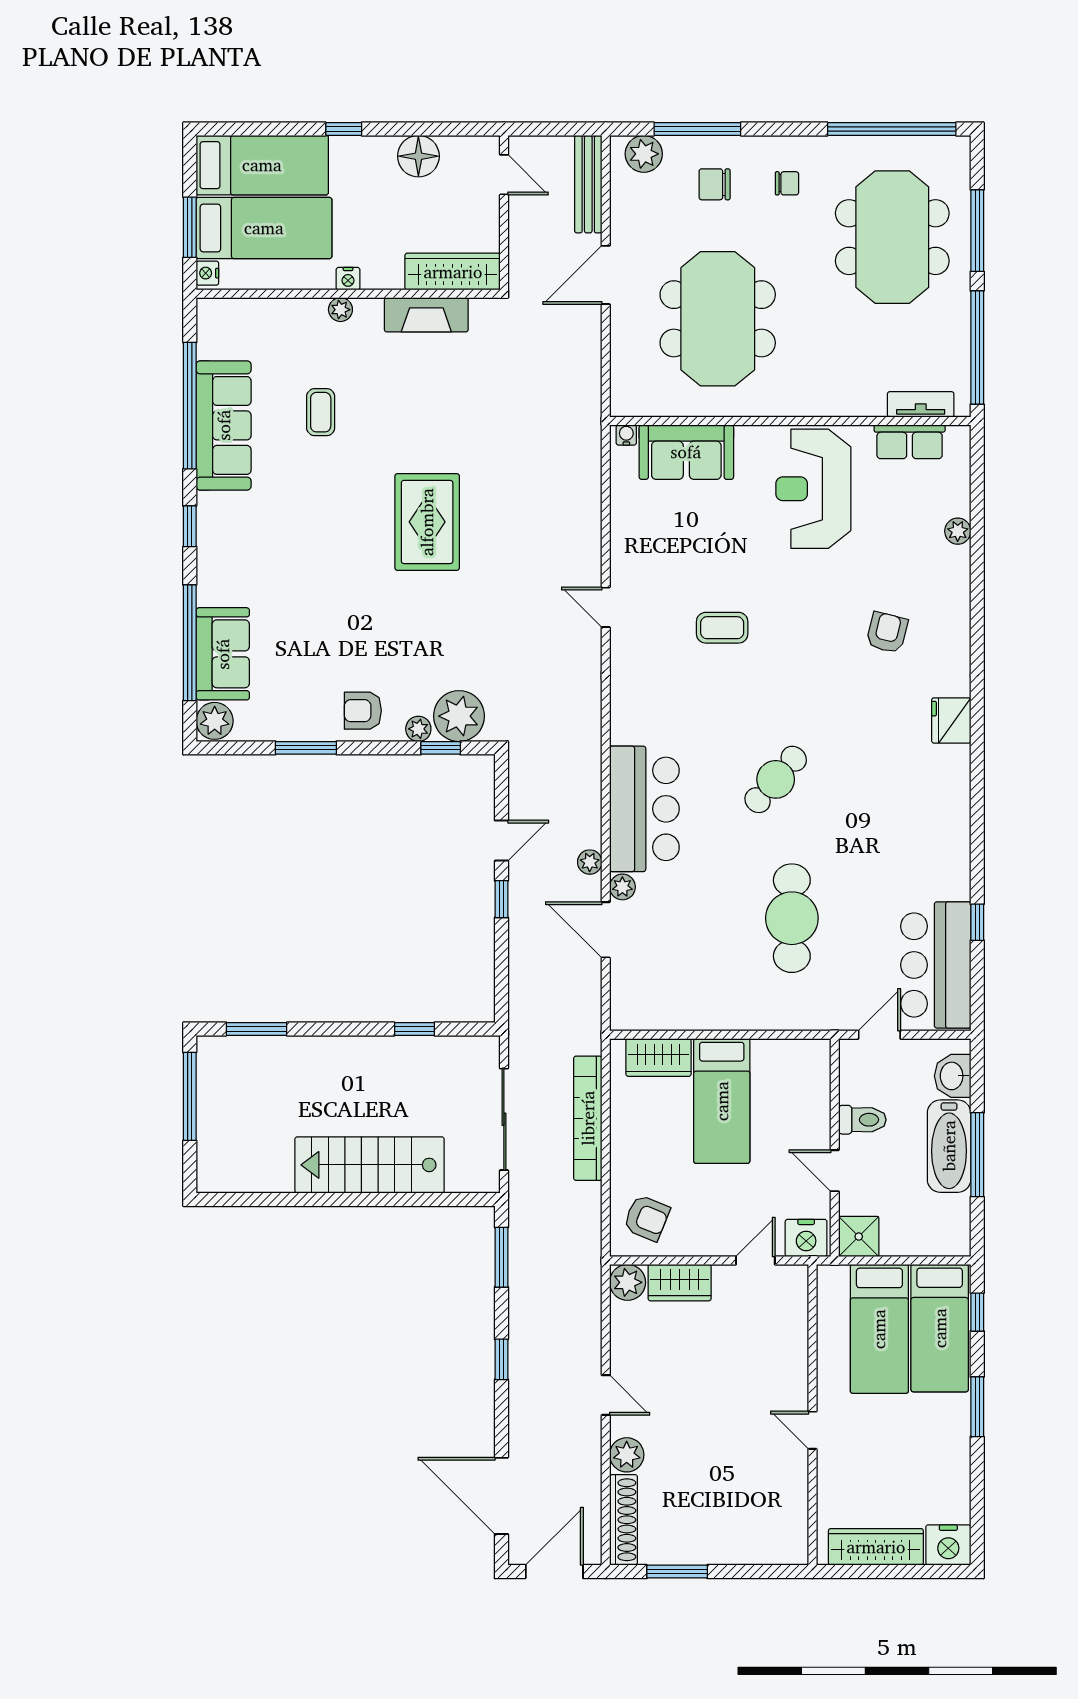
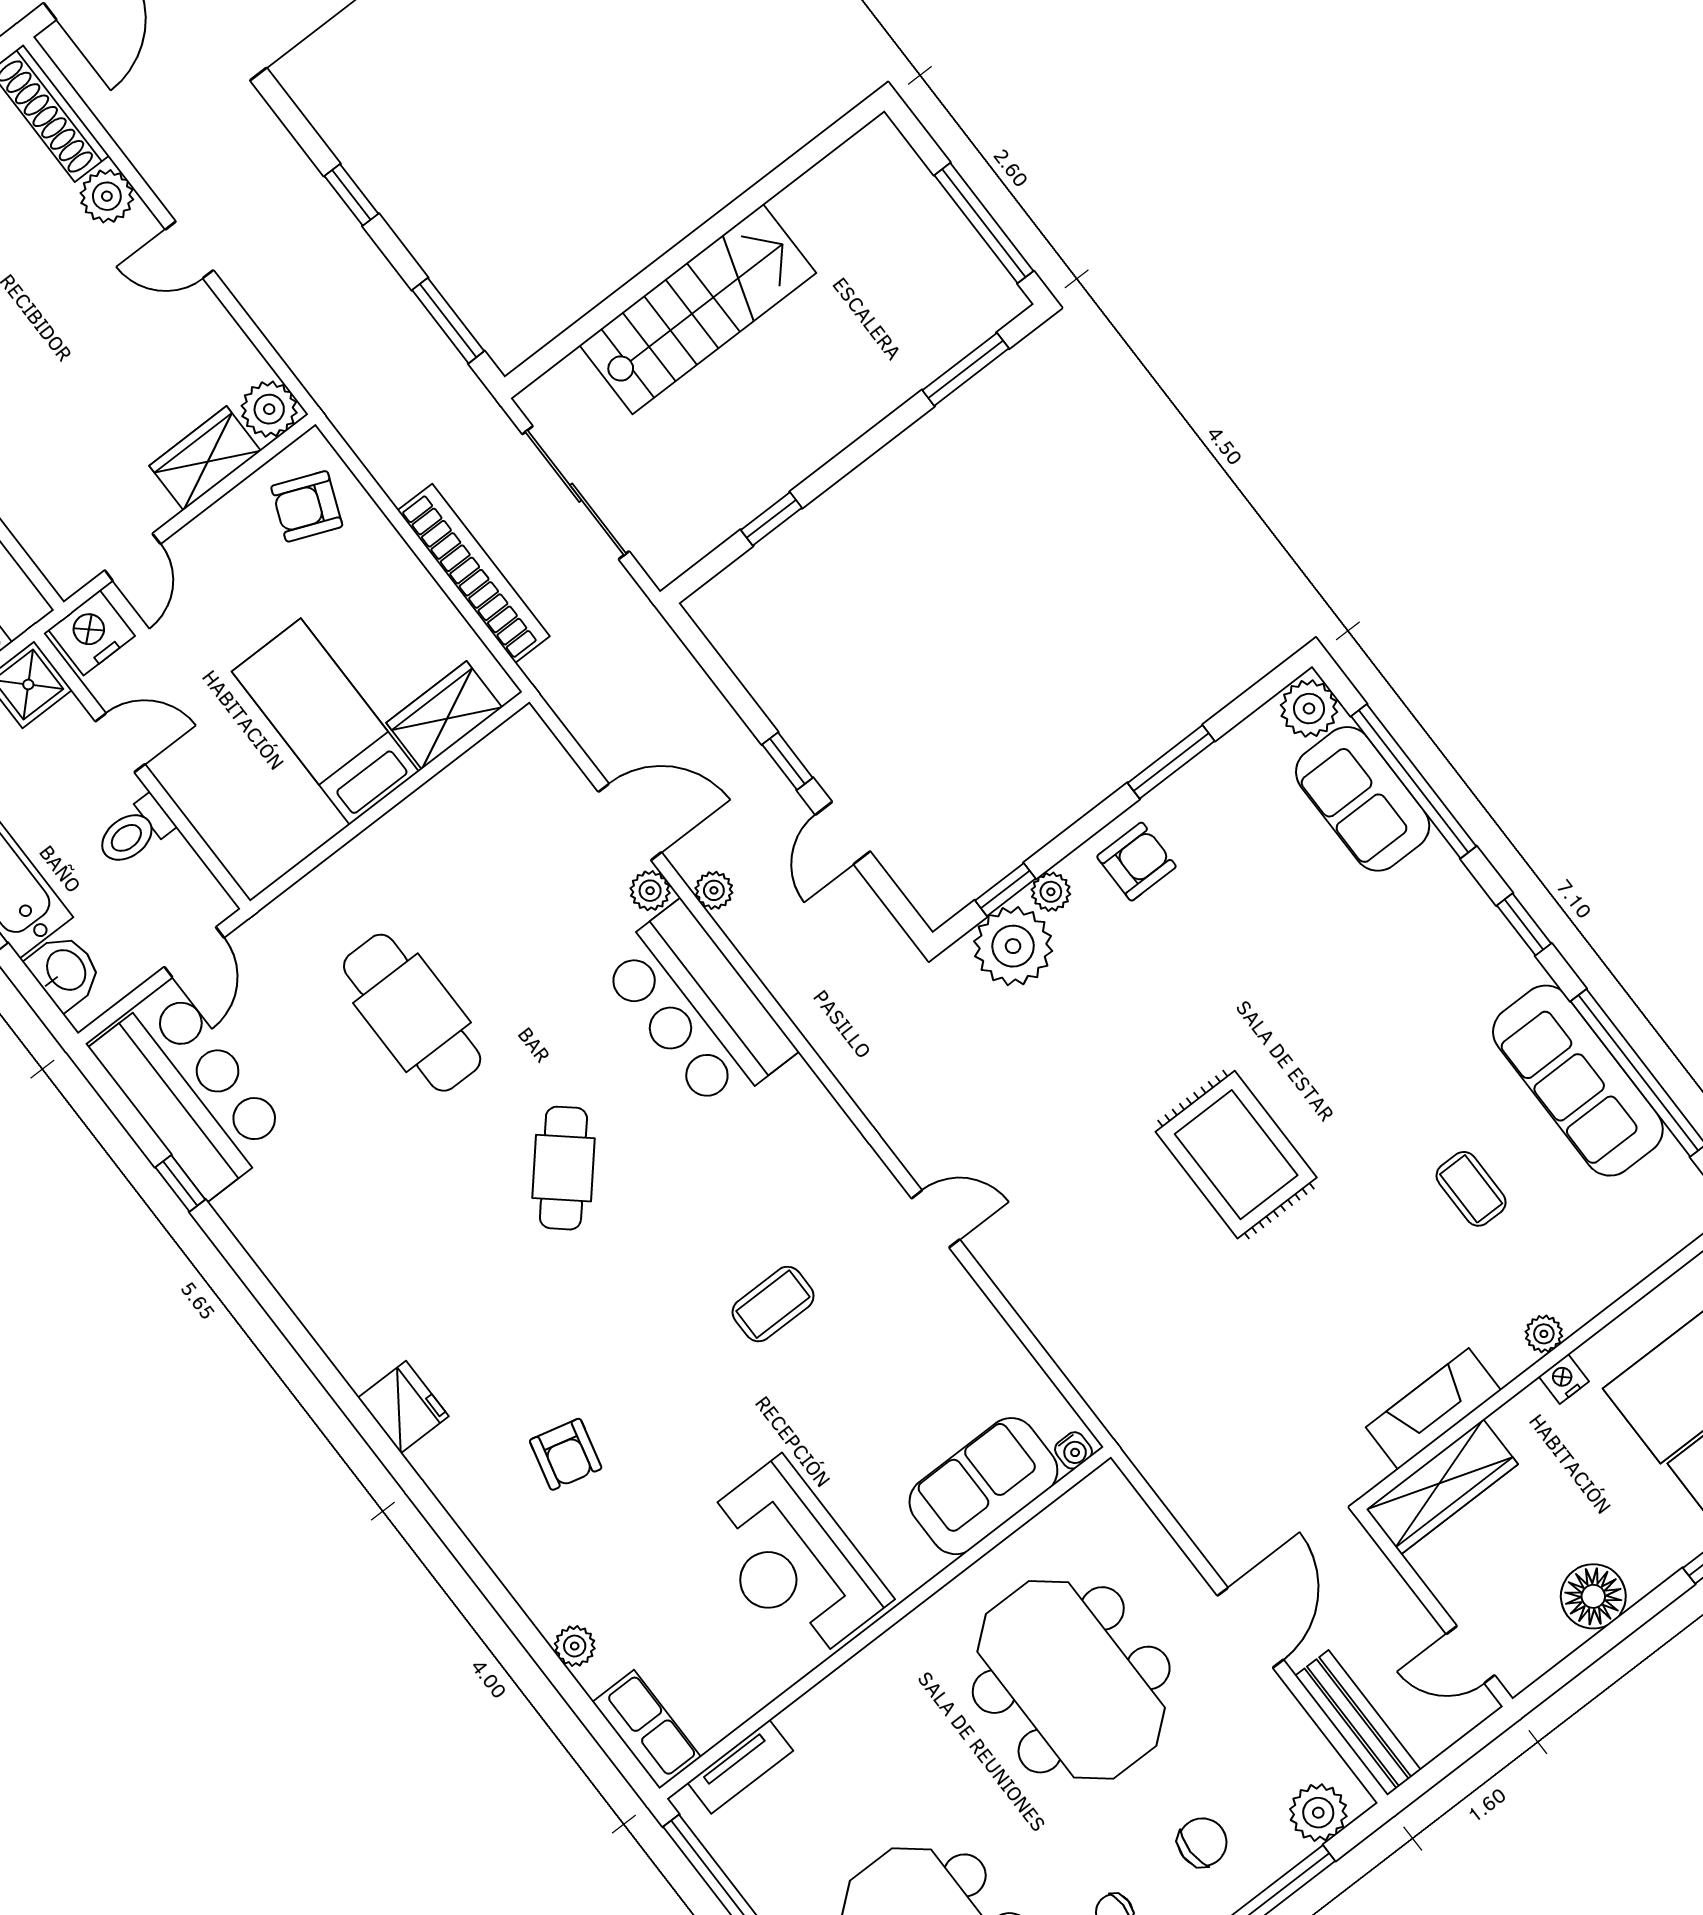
row of seats: (910, 442) -> (647, 1729), moved, turned 90
reception desk: (813, 489) -> (792, 1561), turned 180

